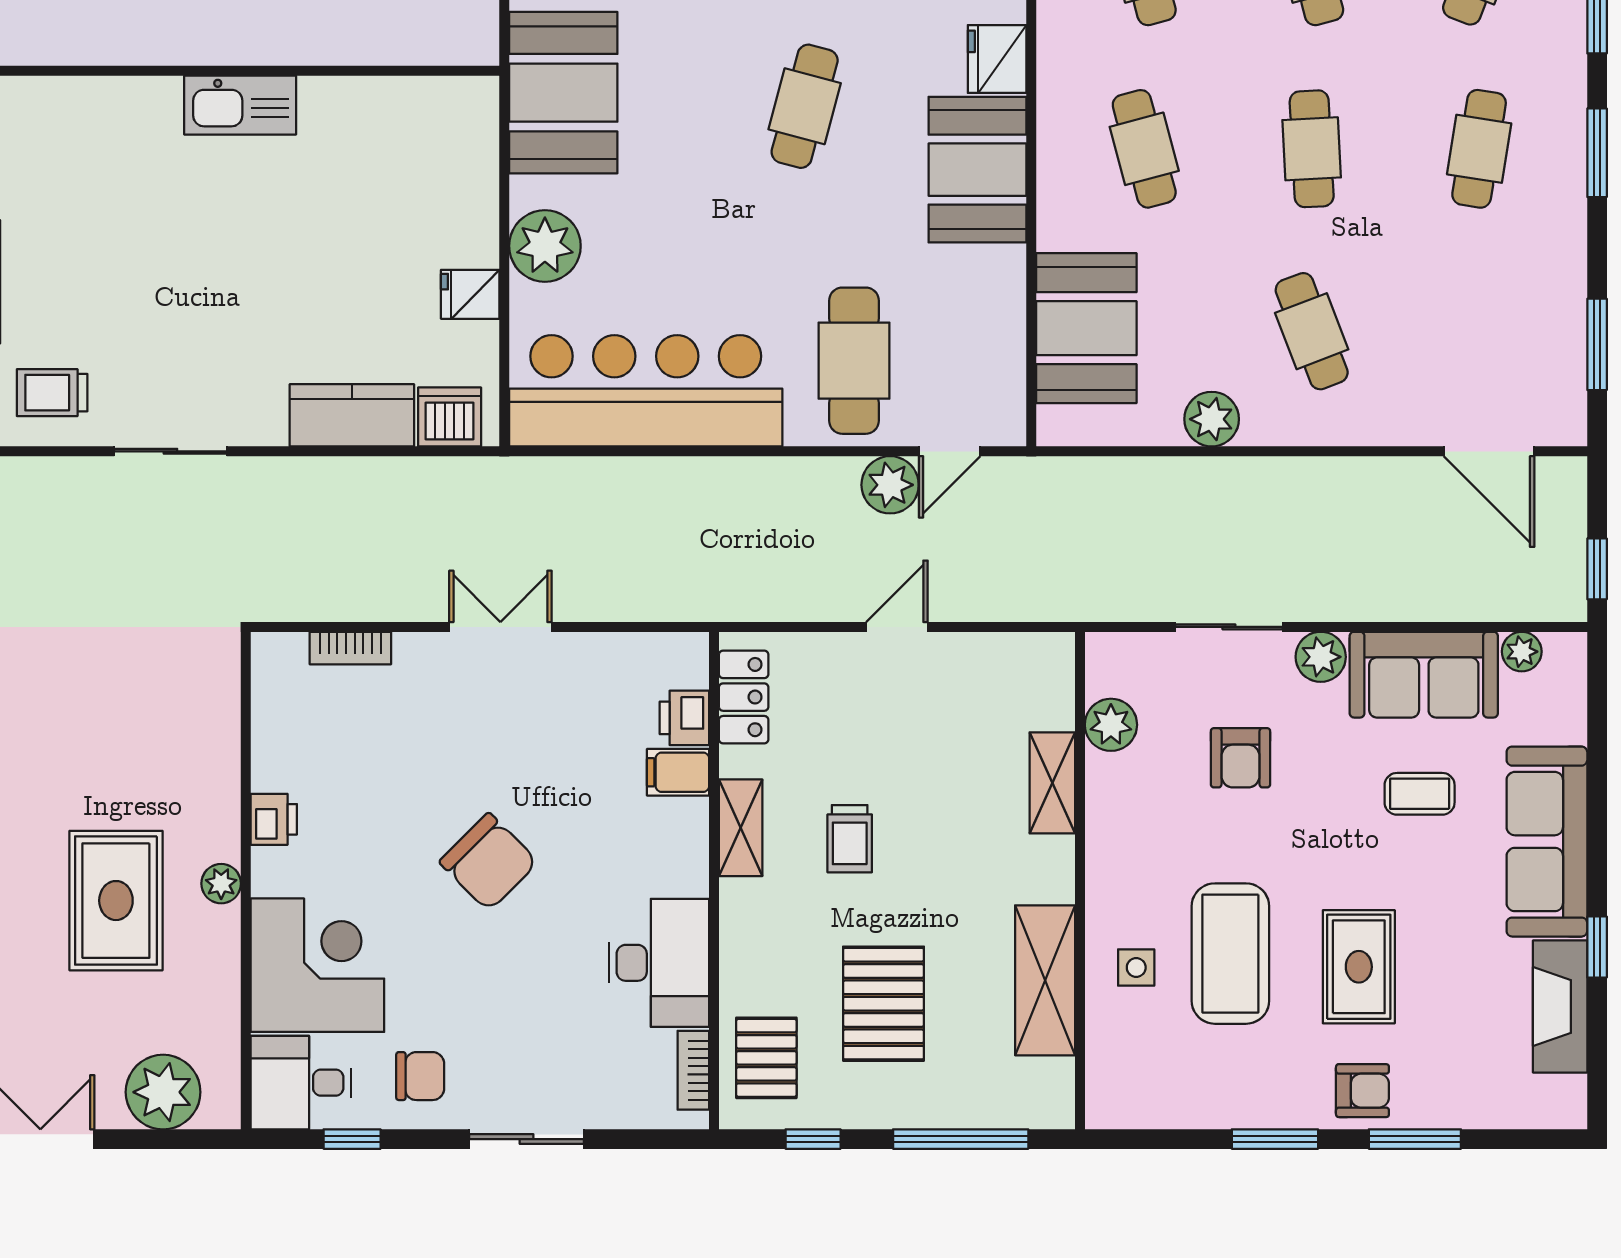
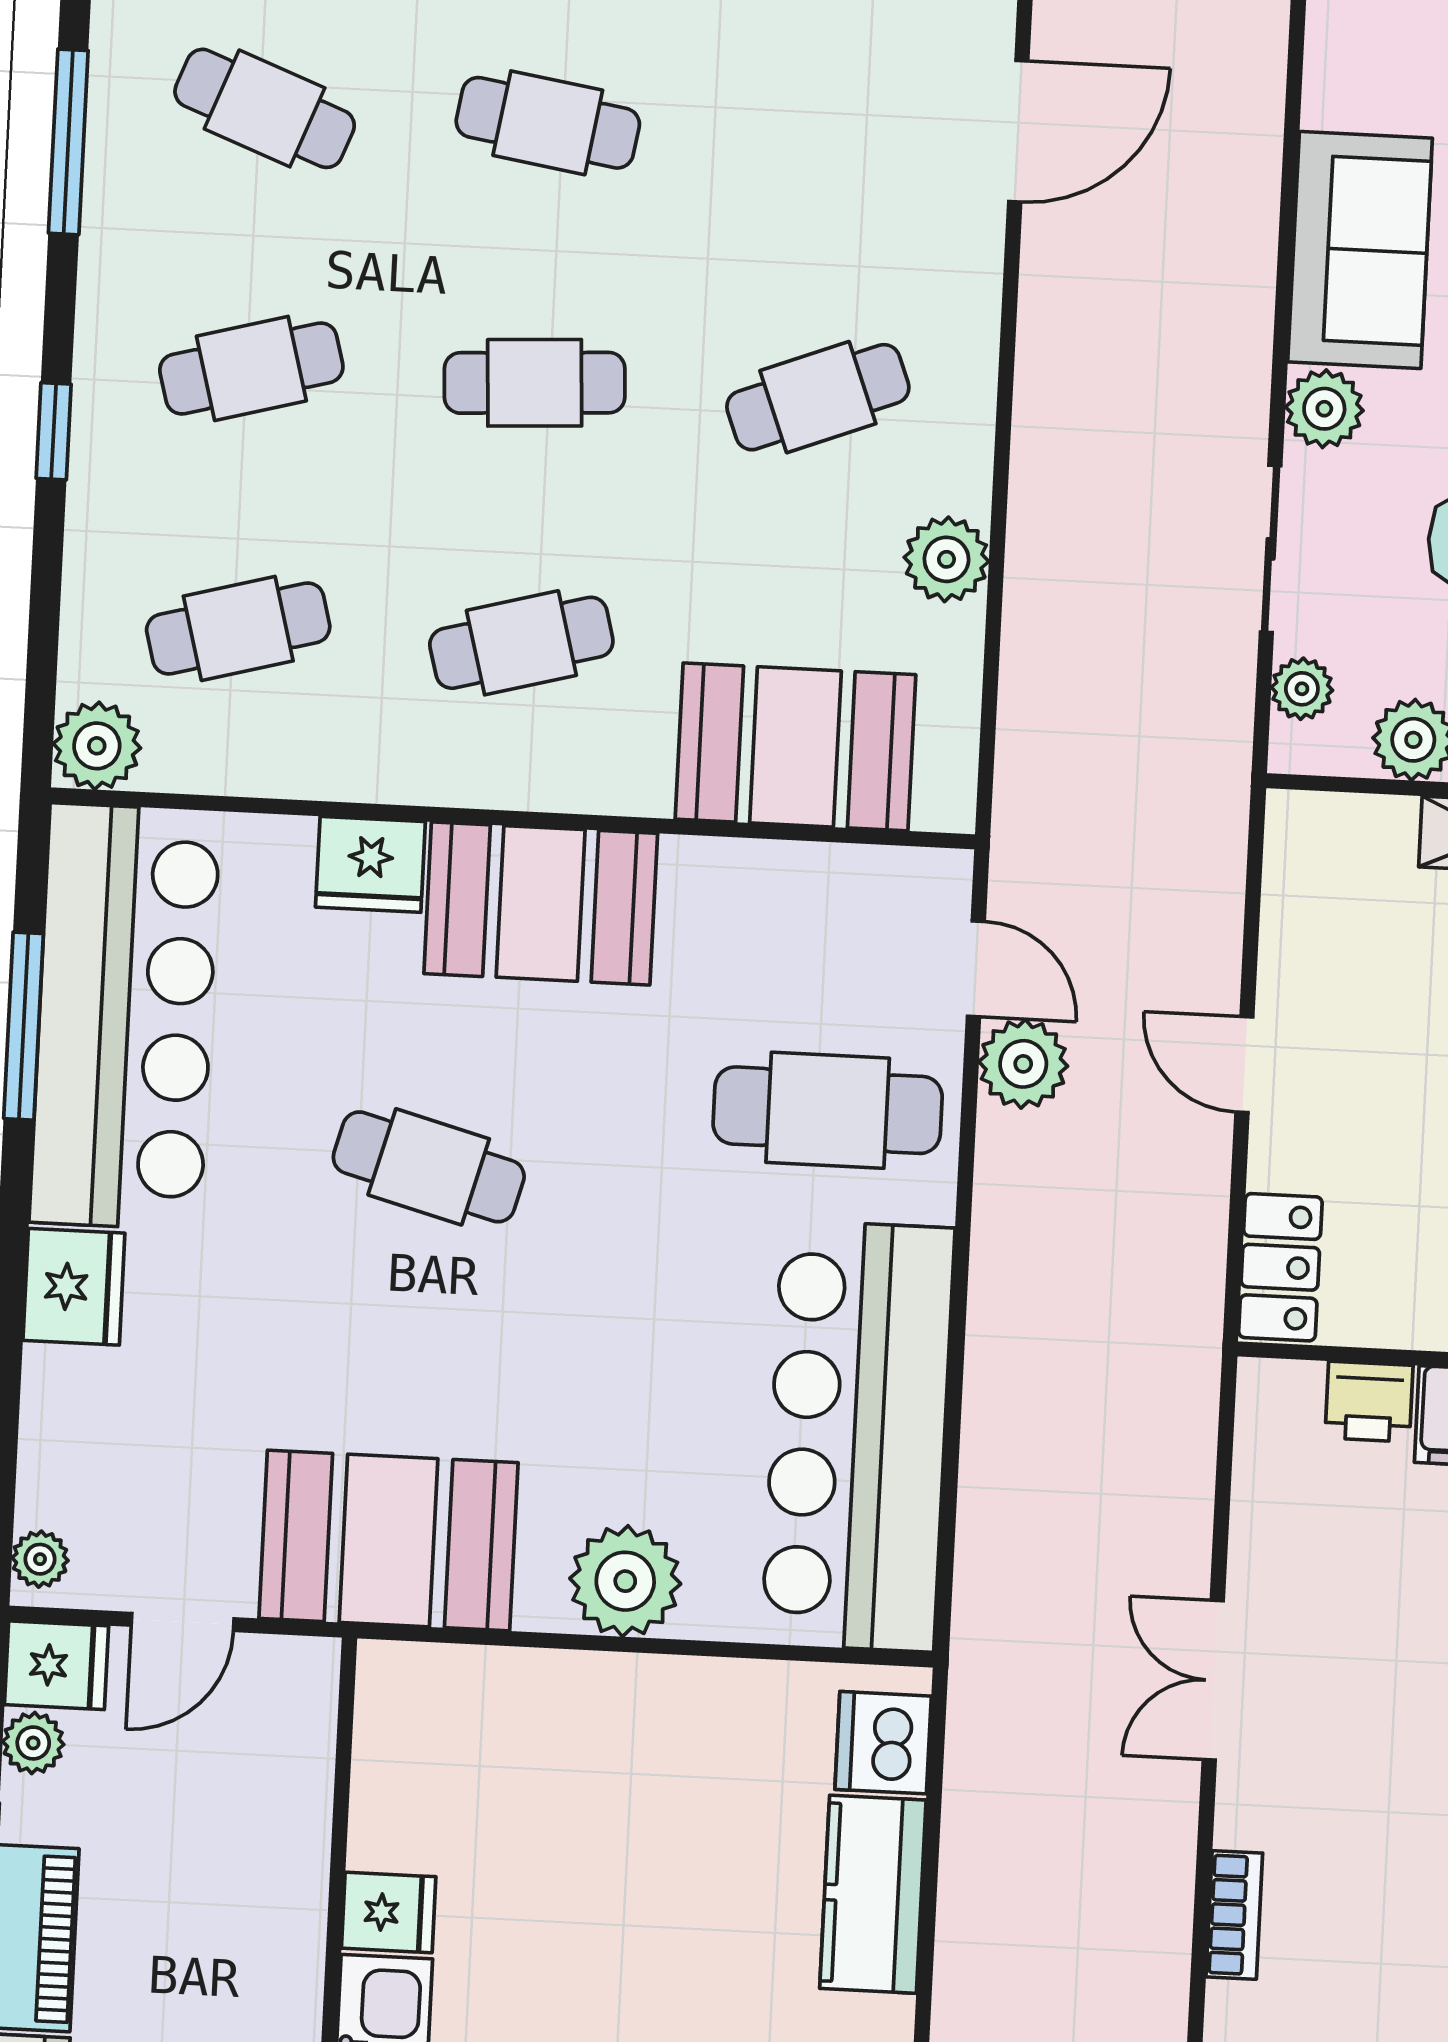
fridge: (470, 294) -> (389, 1912), moved, turned -90
plant: (1522, 652) -> (1302, 689), moved
locker: (744, 697) -> (1280, 1267), moved, turned 90

